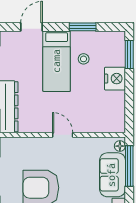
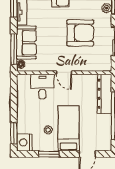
nightstand: (115, 79) -> (24, 142), moved
desk: (91, 117) -> (42, 86), added

